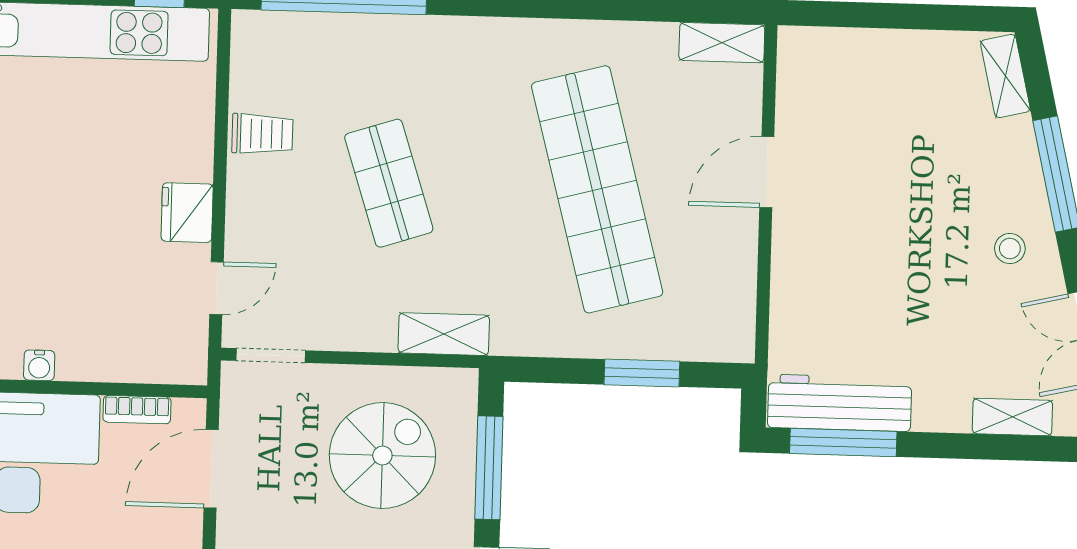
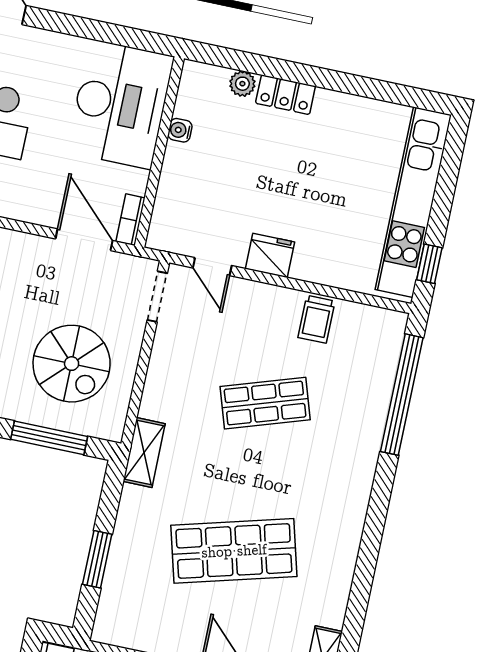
shop shelf: (597, 189) -> (234, 551), width x0.71
shelving: (444, 334) -> (144, 452), moved
bookcase: (137, 410) -> (130, 220), moved

